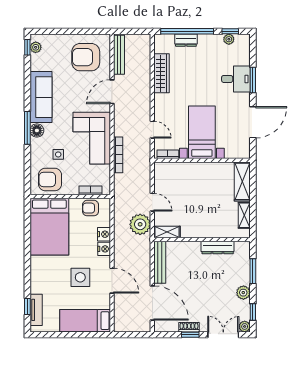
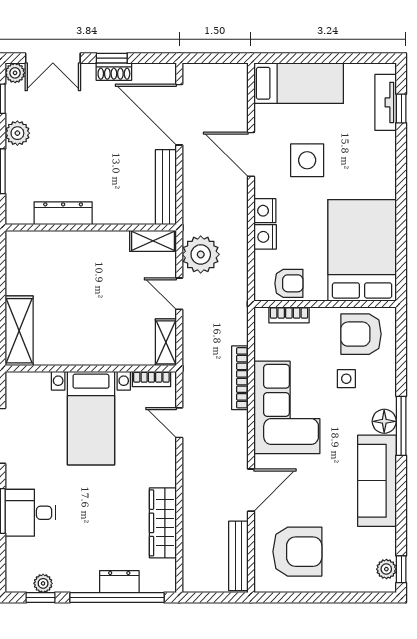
armchair: (50, 180) -> (361, 334), turned 180
shelving: (244, 215) -> (166, 342), moved

